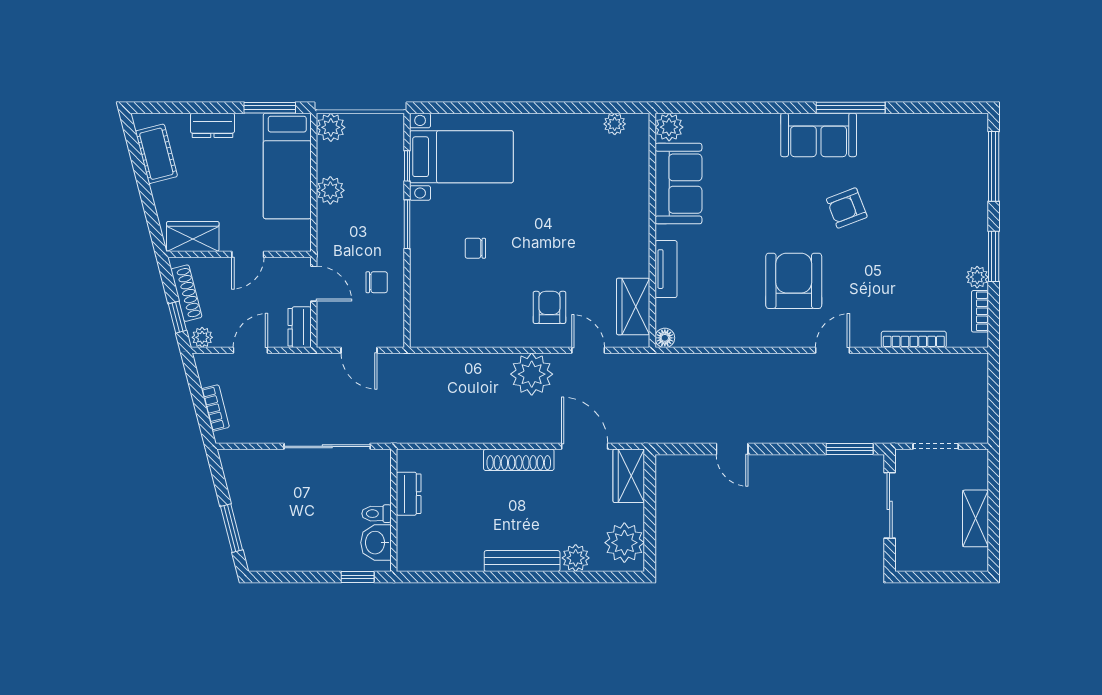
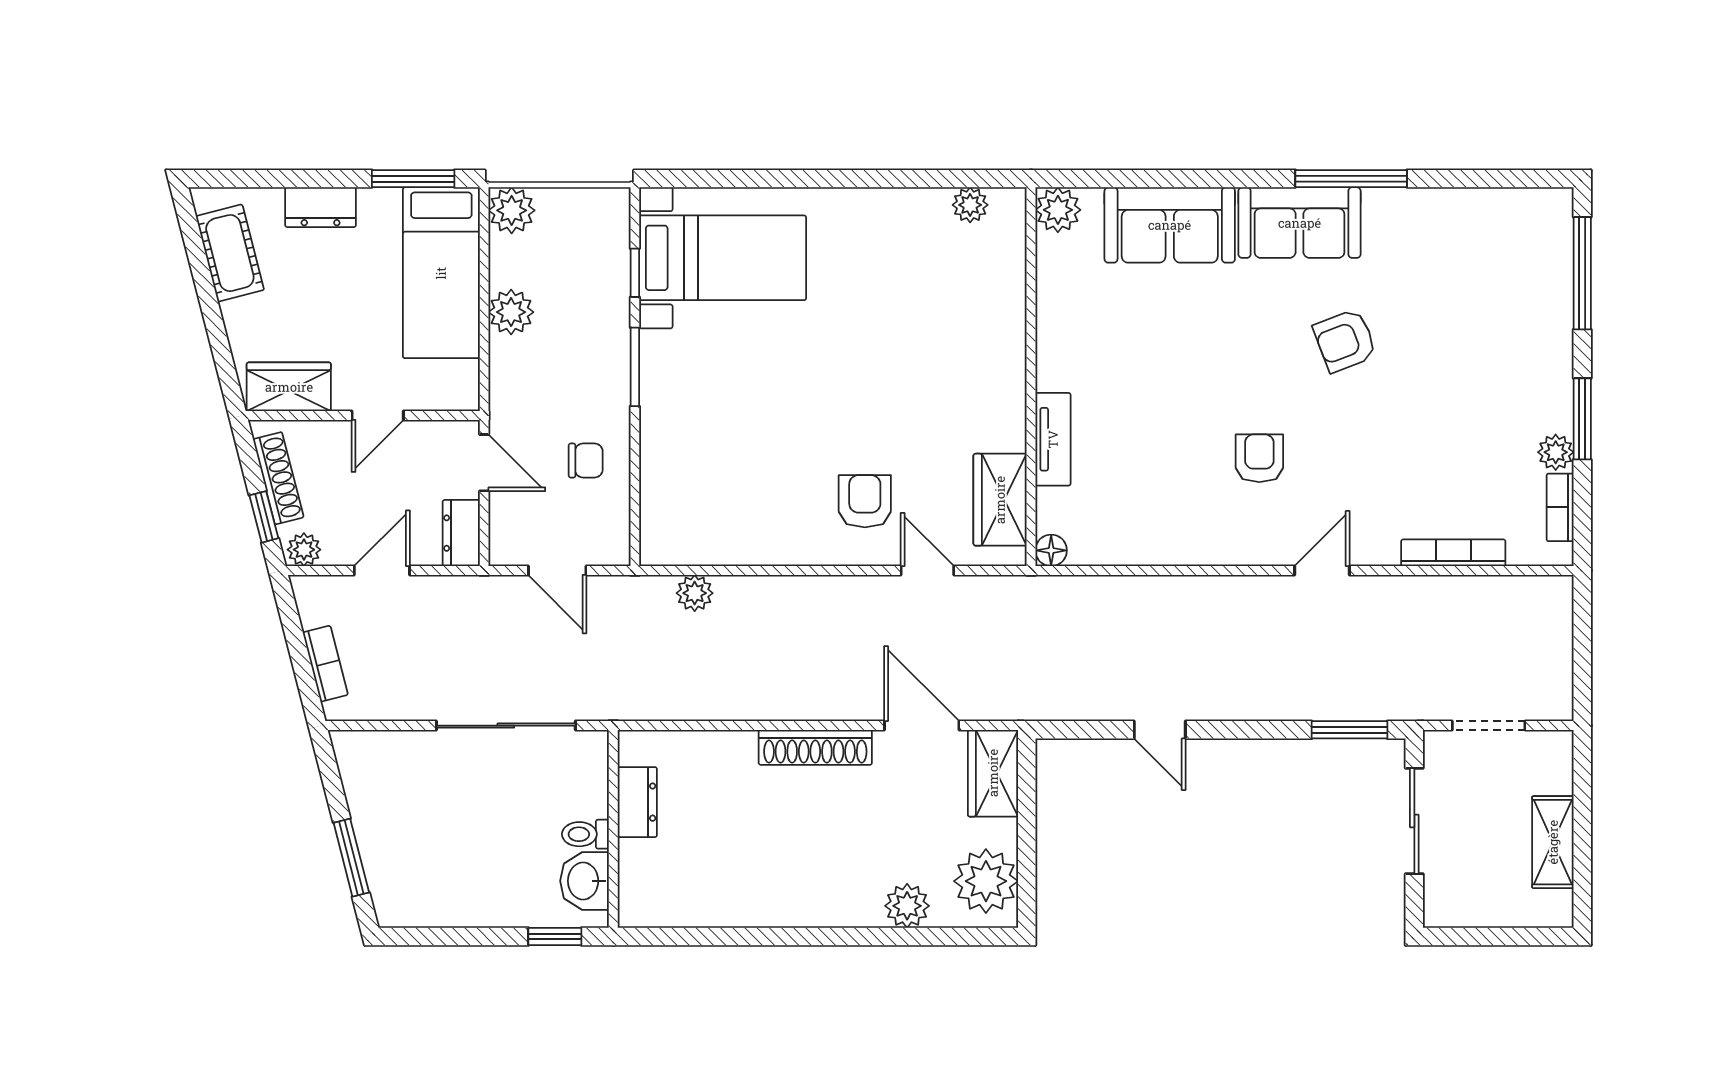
sofa: (678, 184) -> (1170, 225), moved, turned 90
chair: (475, 248) -> (745, 406), removed
armchair: (794, 281) -> (1259, 458), width x0.53, depth x0.53
plant: (532, 374) -> (695, 593), moved, width x0.53, depth x0.53
bench: (522, 561) -> (821, 911), removed

